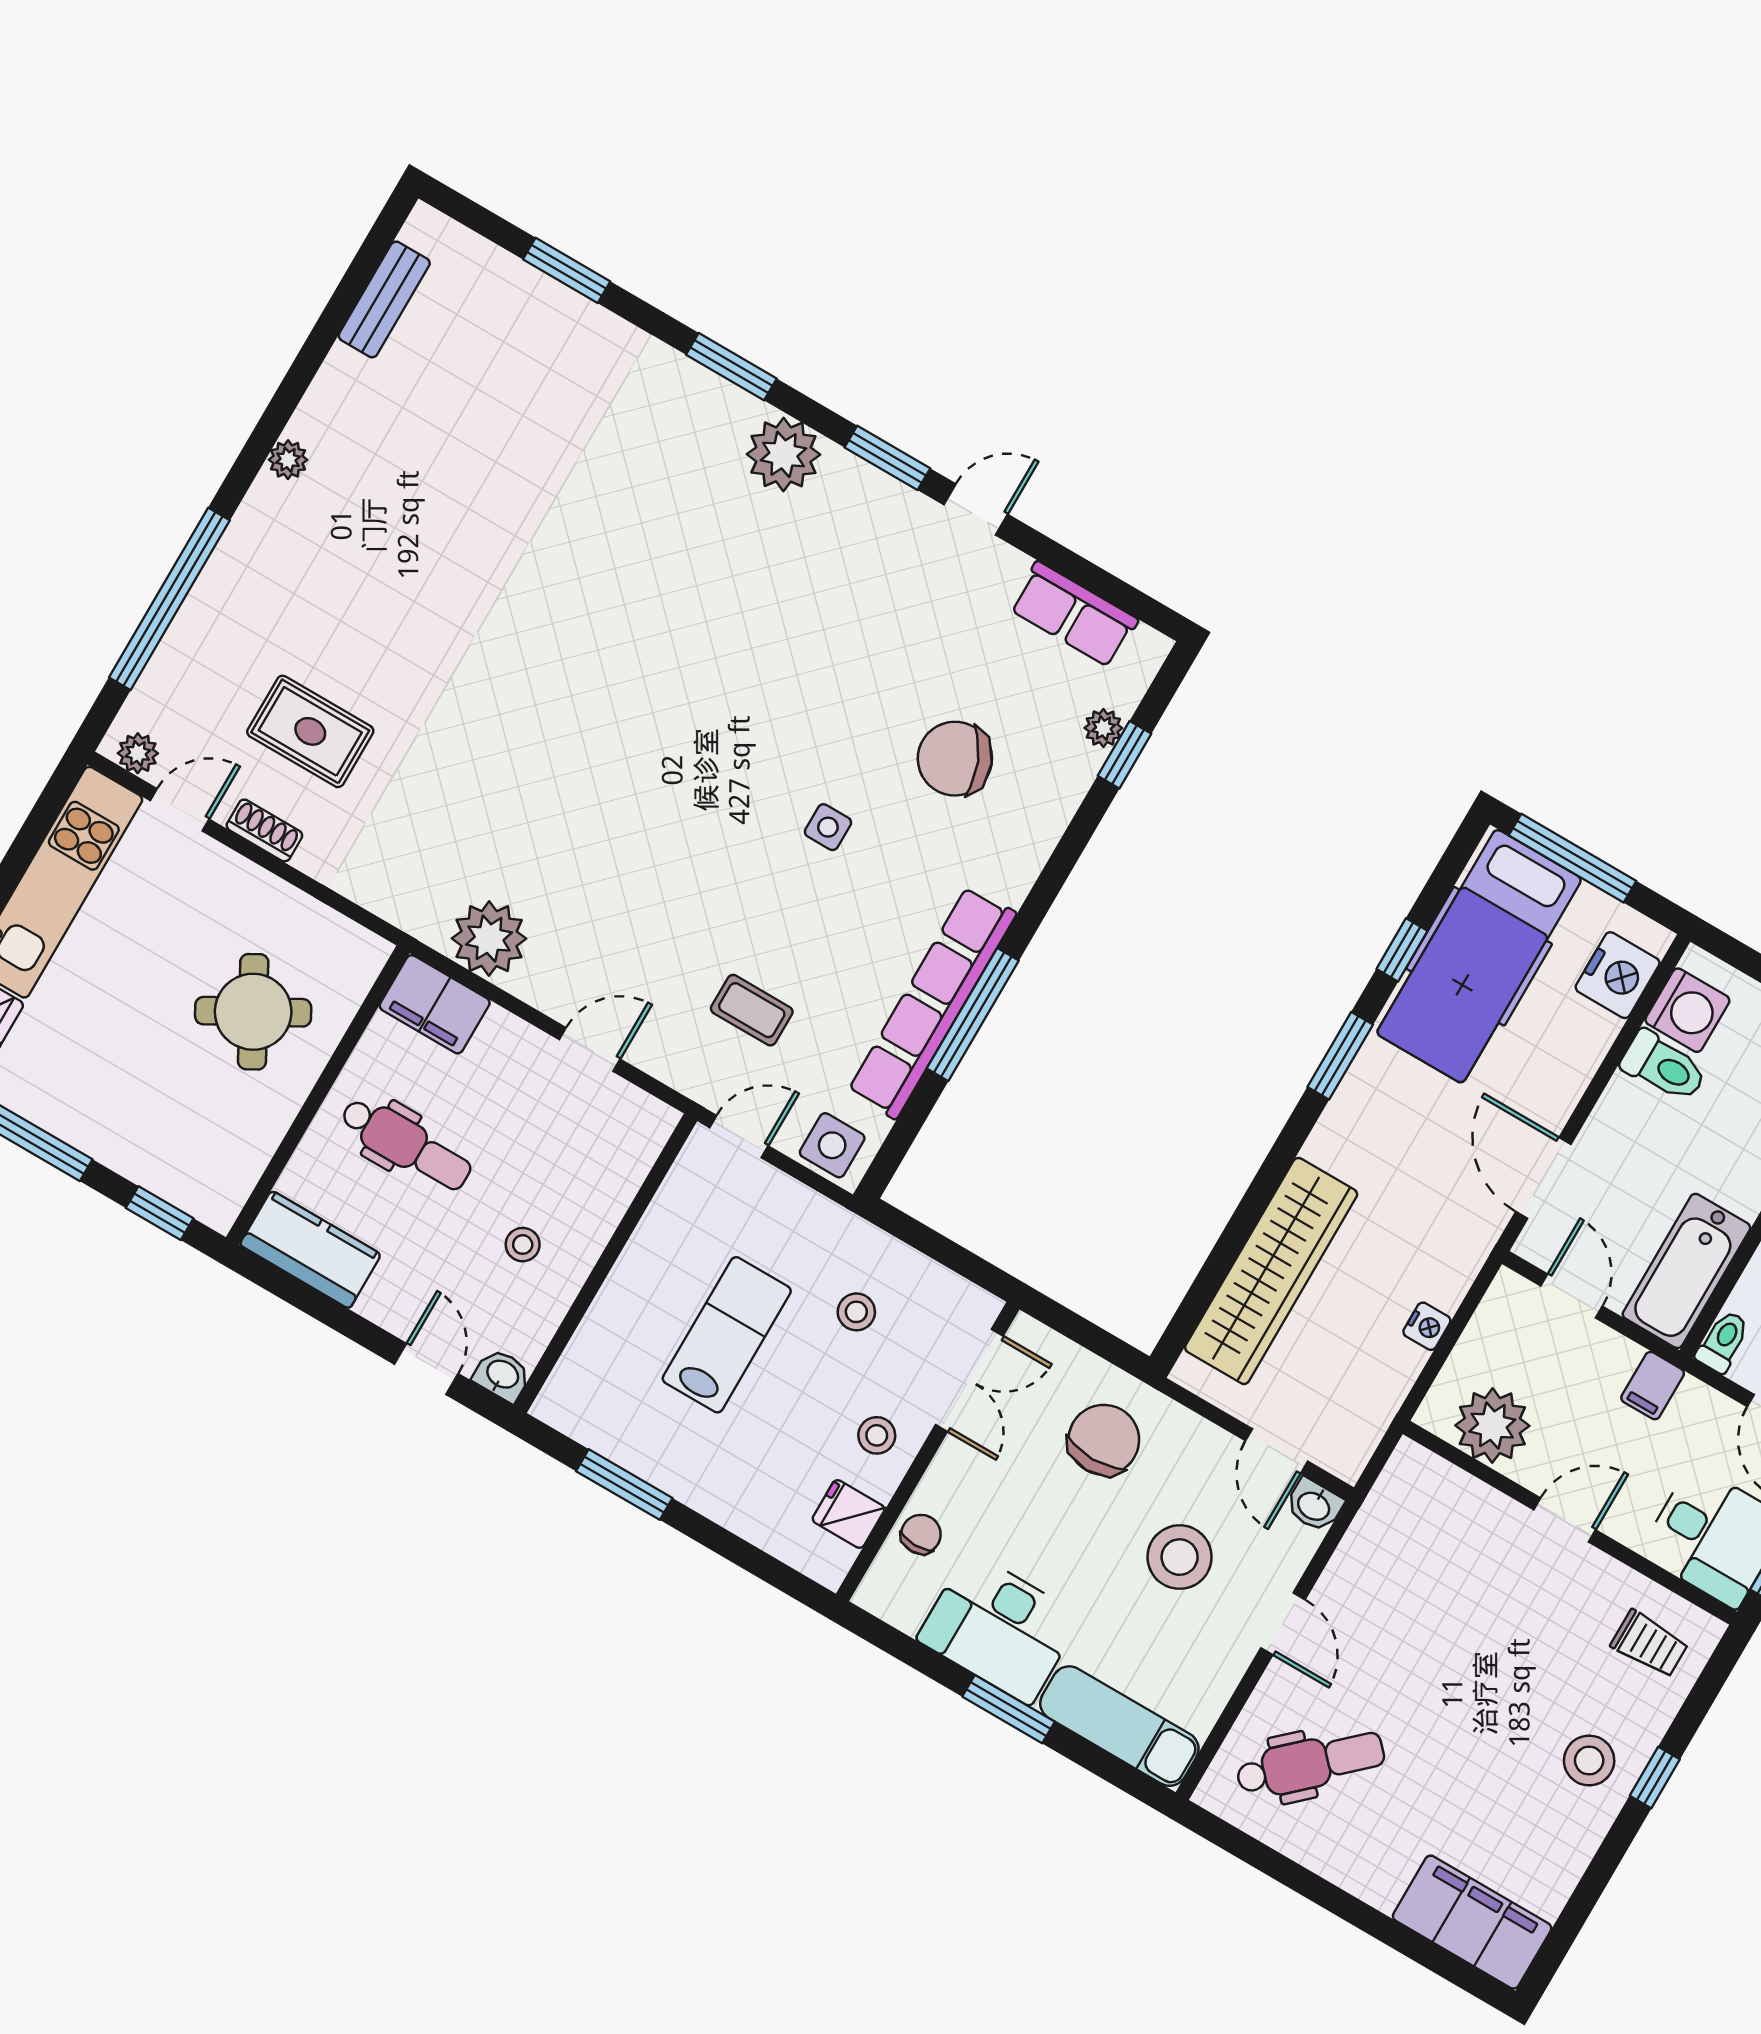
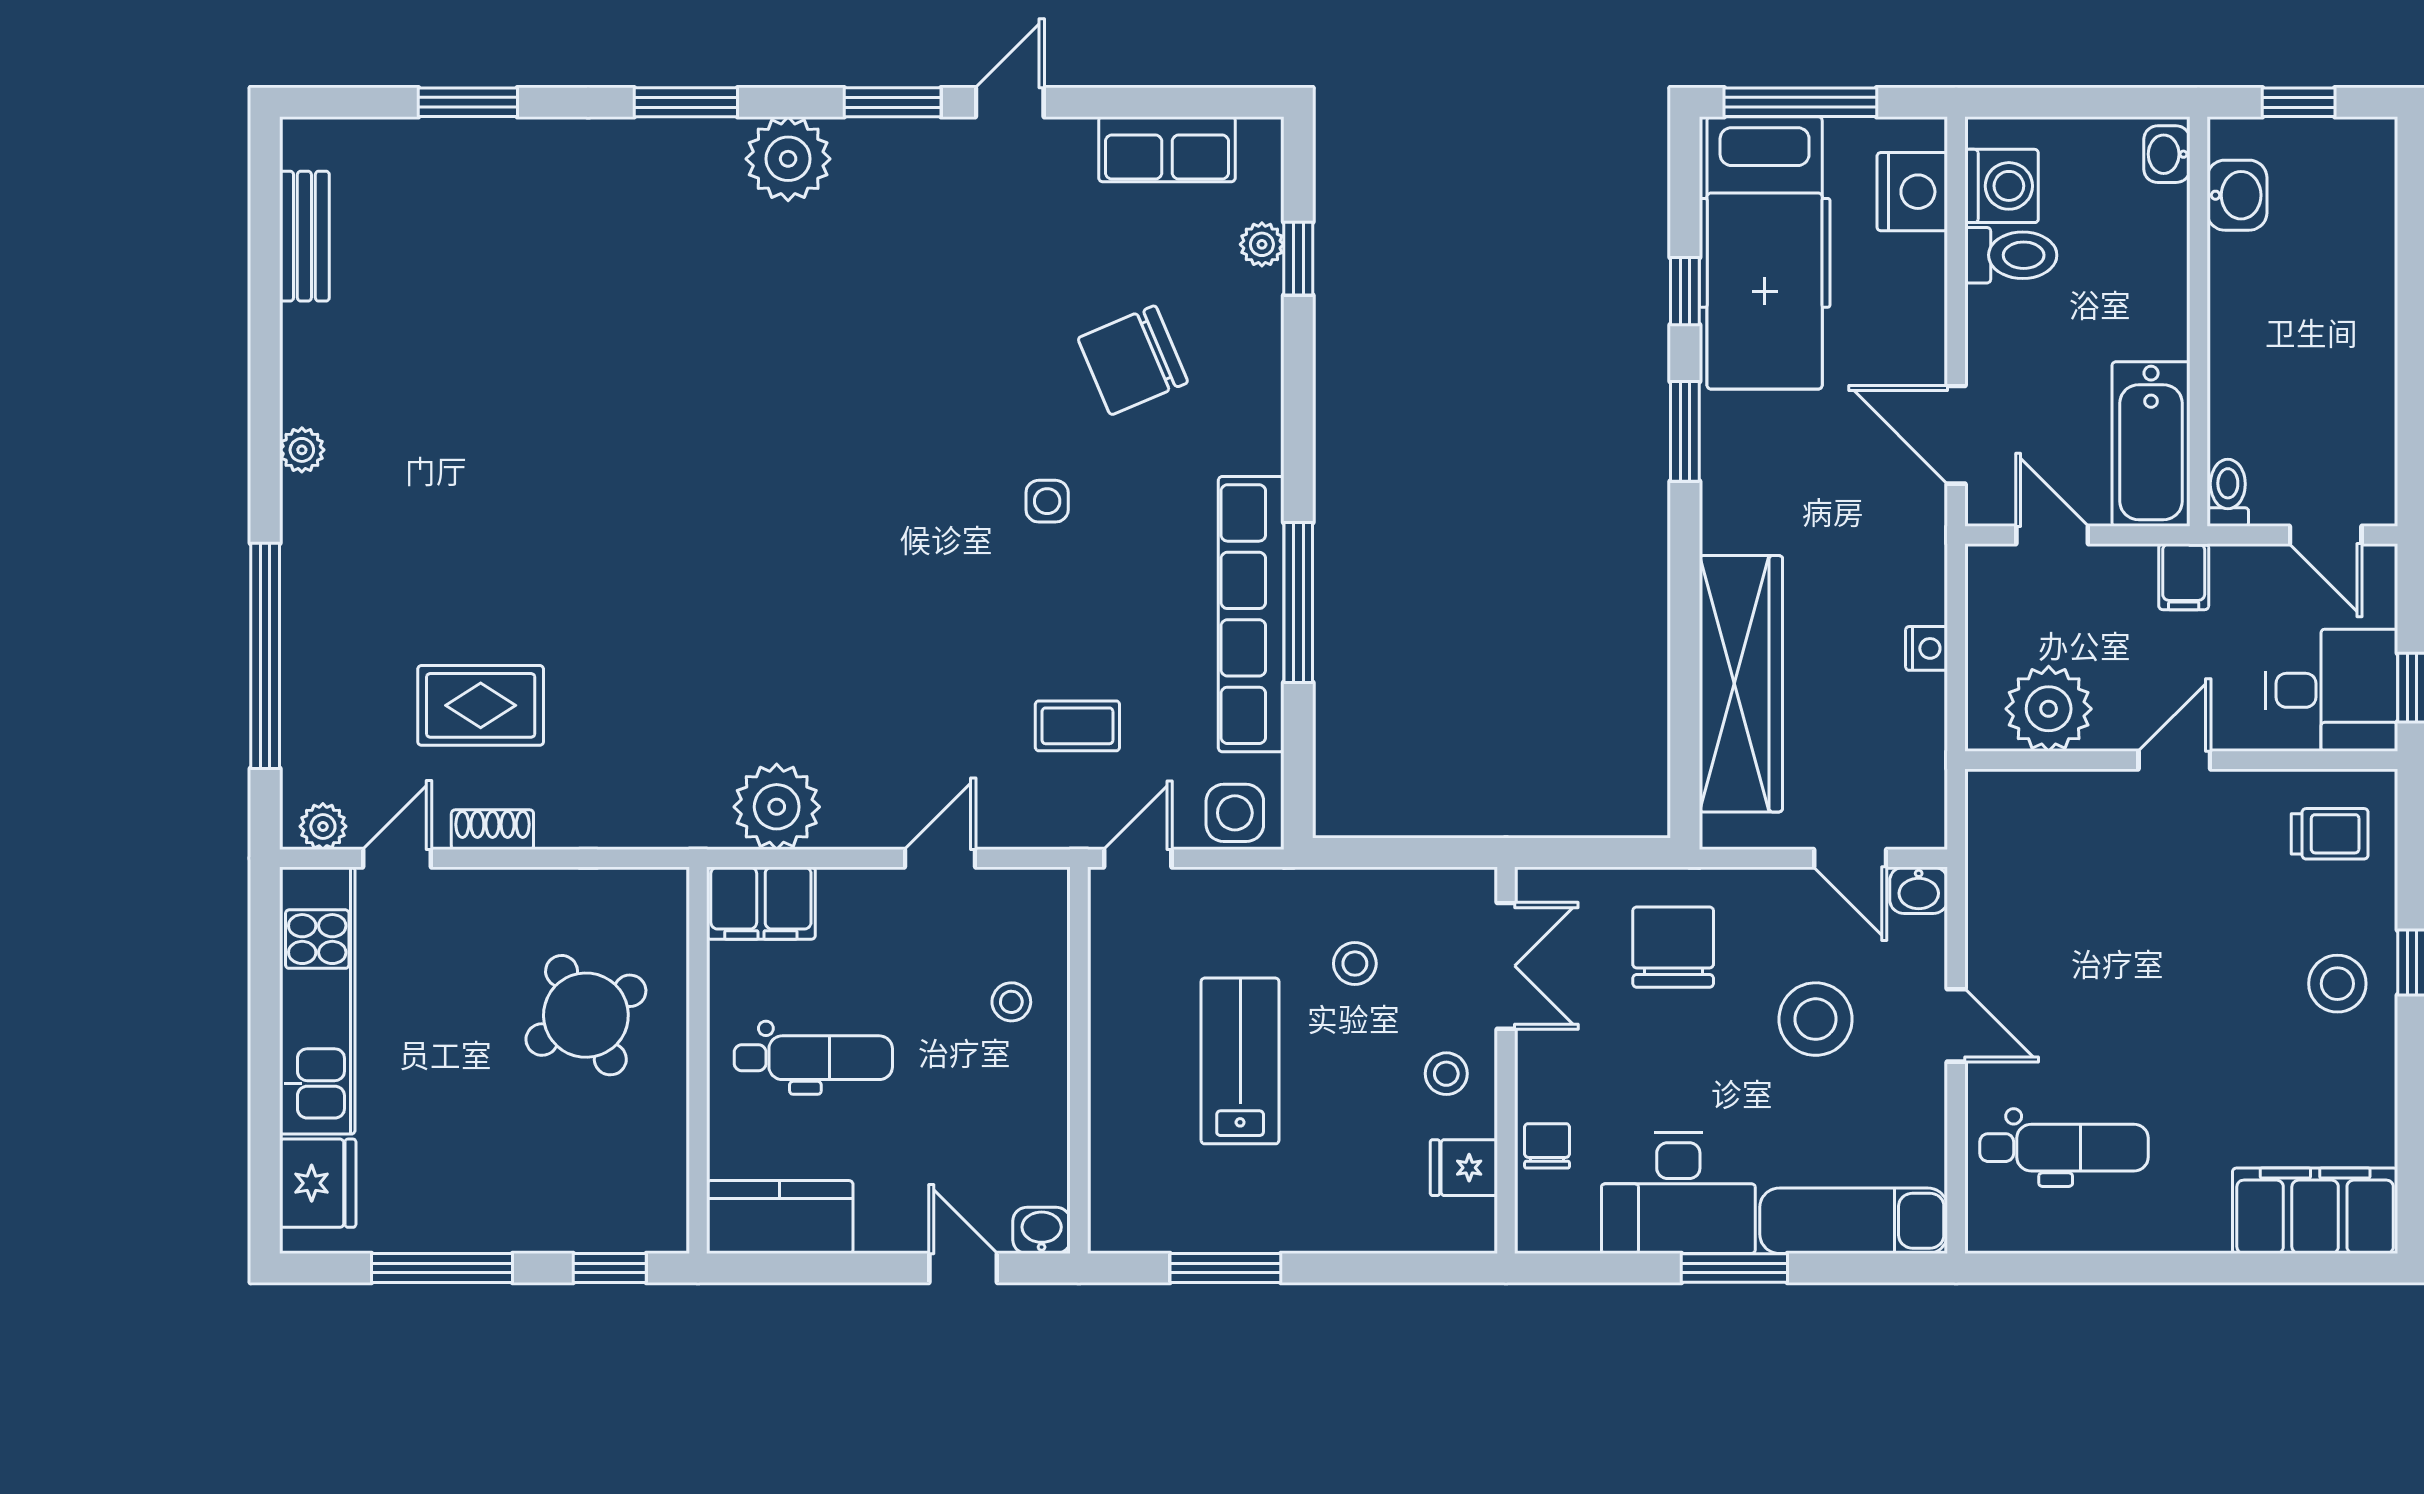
stool: (523, 1245) -> (1011, 1002), moved
dental chair: (1310, 1764) -> (2064, 1148), turned 43

